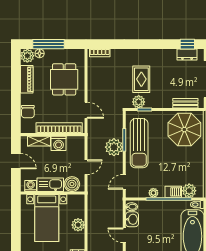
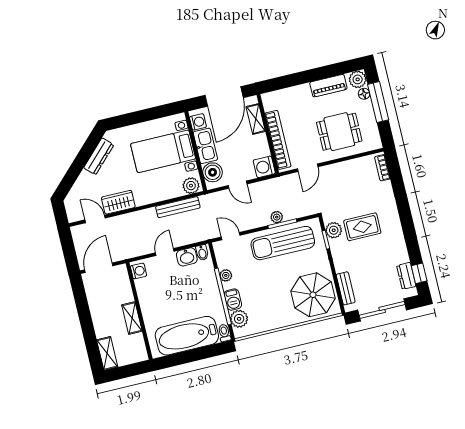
chair: (28, 112) -> (289, 97), removed
washing machine: (59, 143) -> (264, 167), moved
plant: (114, 147) -> (277, 217), width x0.53, depth x0.53
door: (16, 161) -> (224, 96), width x1.88
bench: (92, 217) -> (178, 207), added
plant: (78, 225) -> (191, 186), moved

